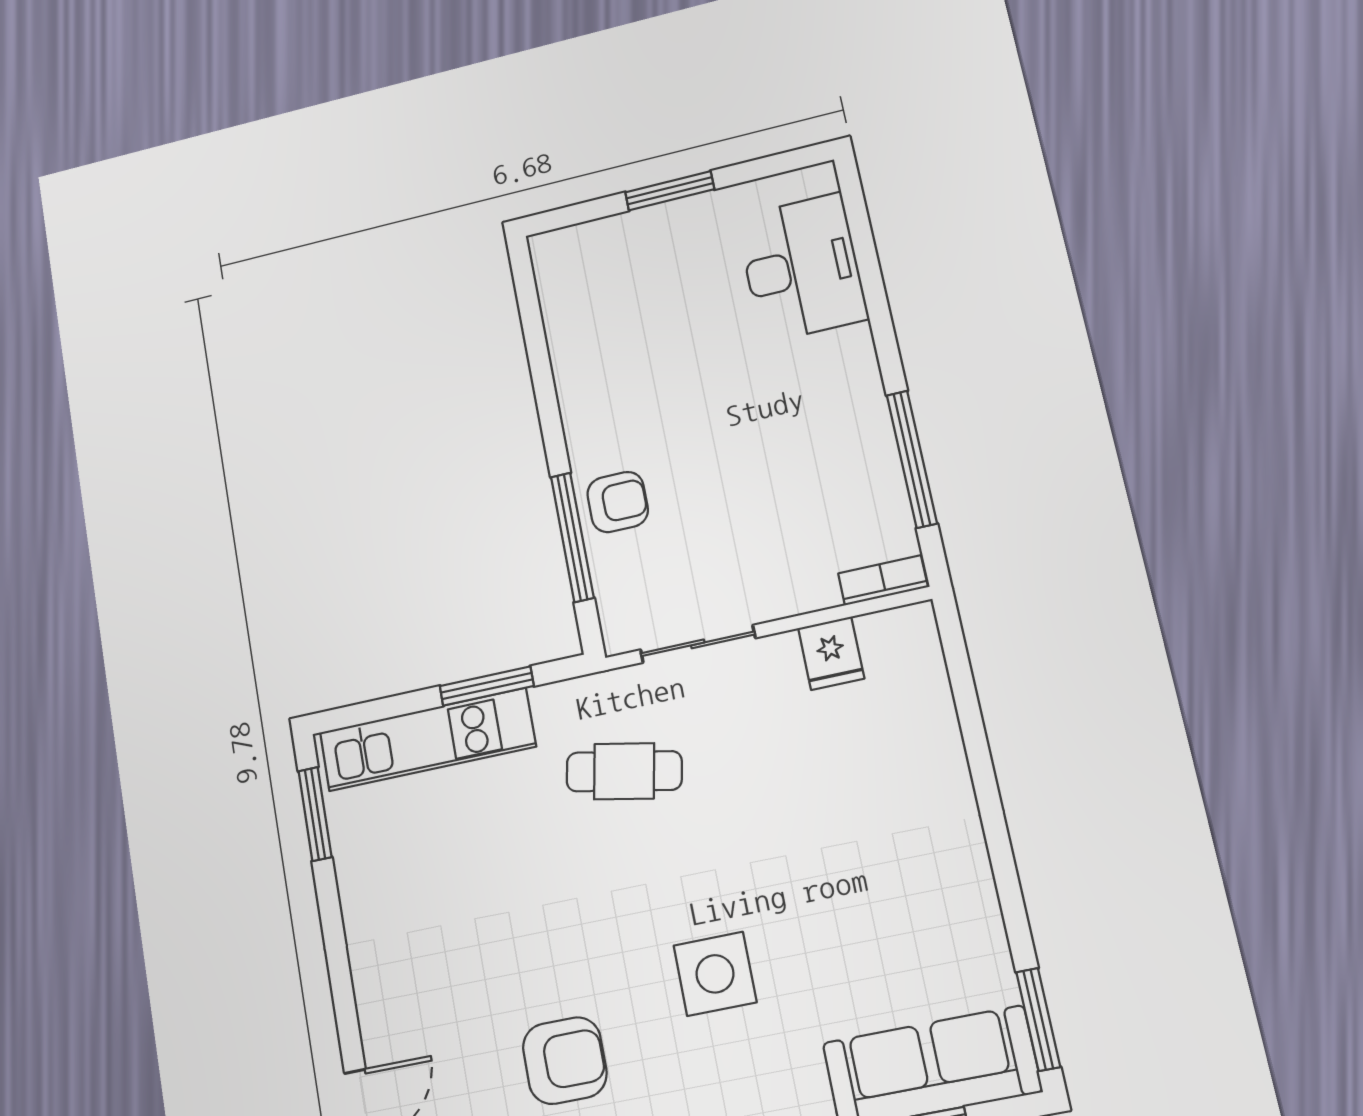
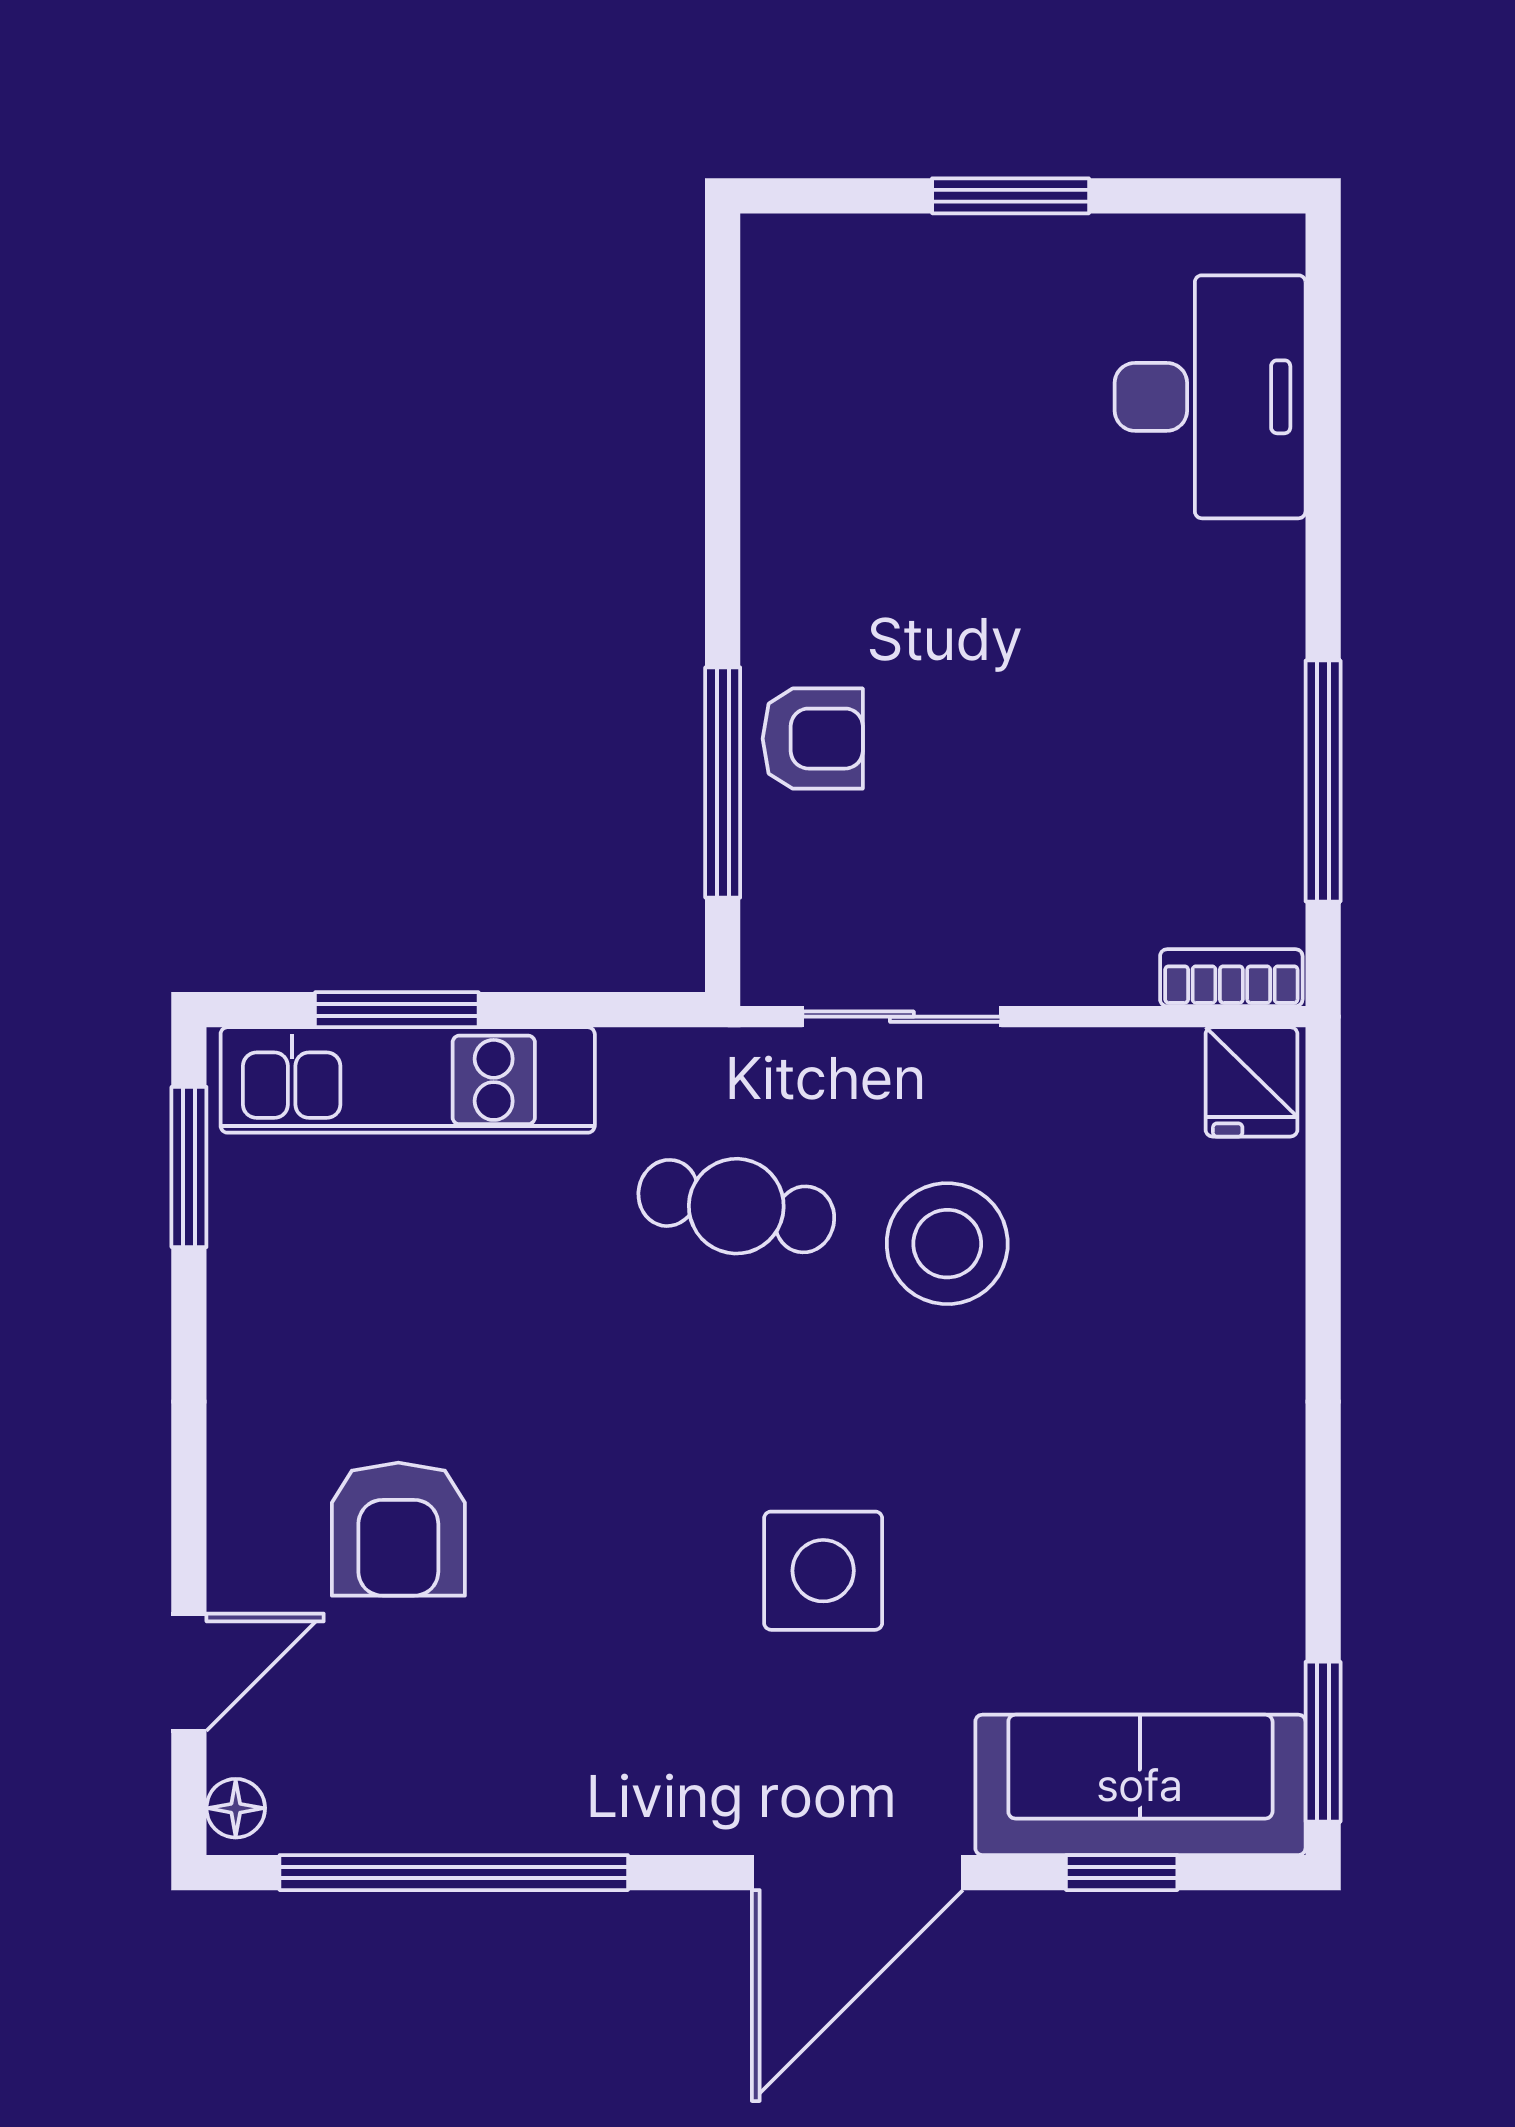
fridge: (831, 653) -> (1251, 1082), moved
window: (487, 686) -> (397, 1010), moved
stool: (750, 767) -> (947, 1244), added
armchair: (565, 1061) -> (398, 1529), moved, turned 90

